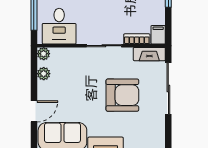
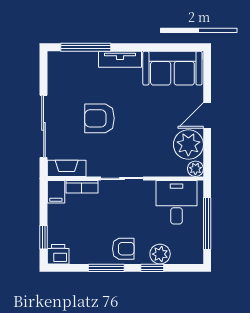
plant: (44, 74) -> (188, 145), width x1.88, depth x1.88
armchair: (122, 95) -> (99, 118), width x0.73, depth x0.73
door: (34, 111) -> (207, 115), moved

